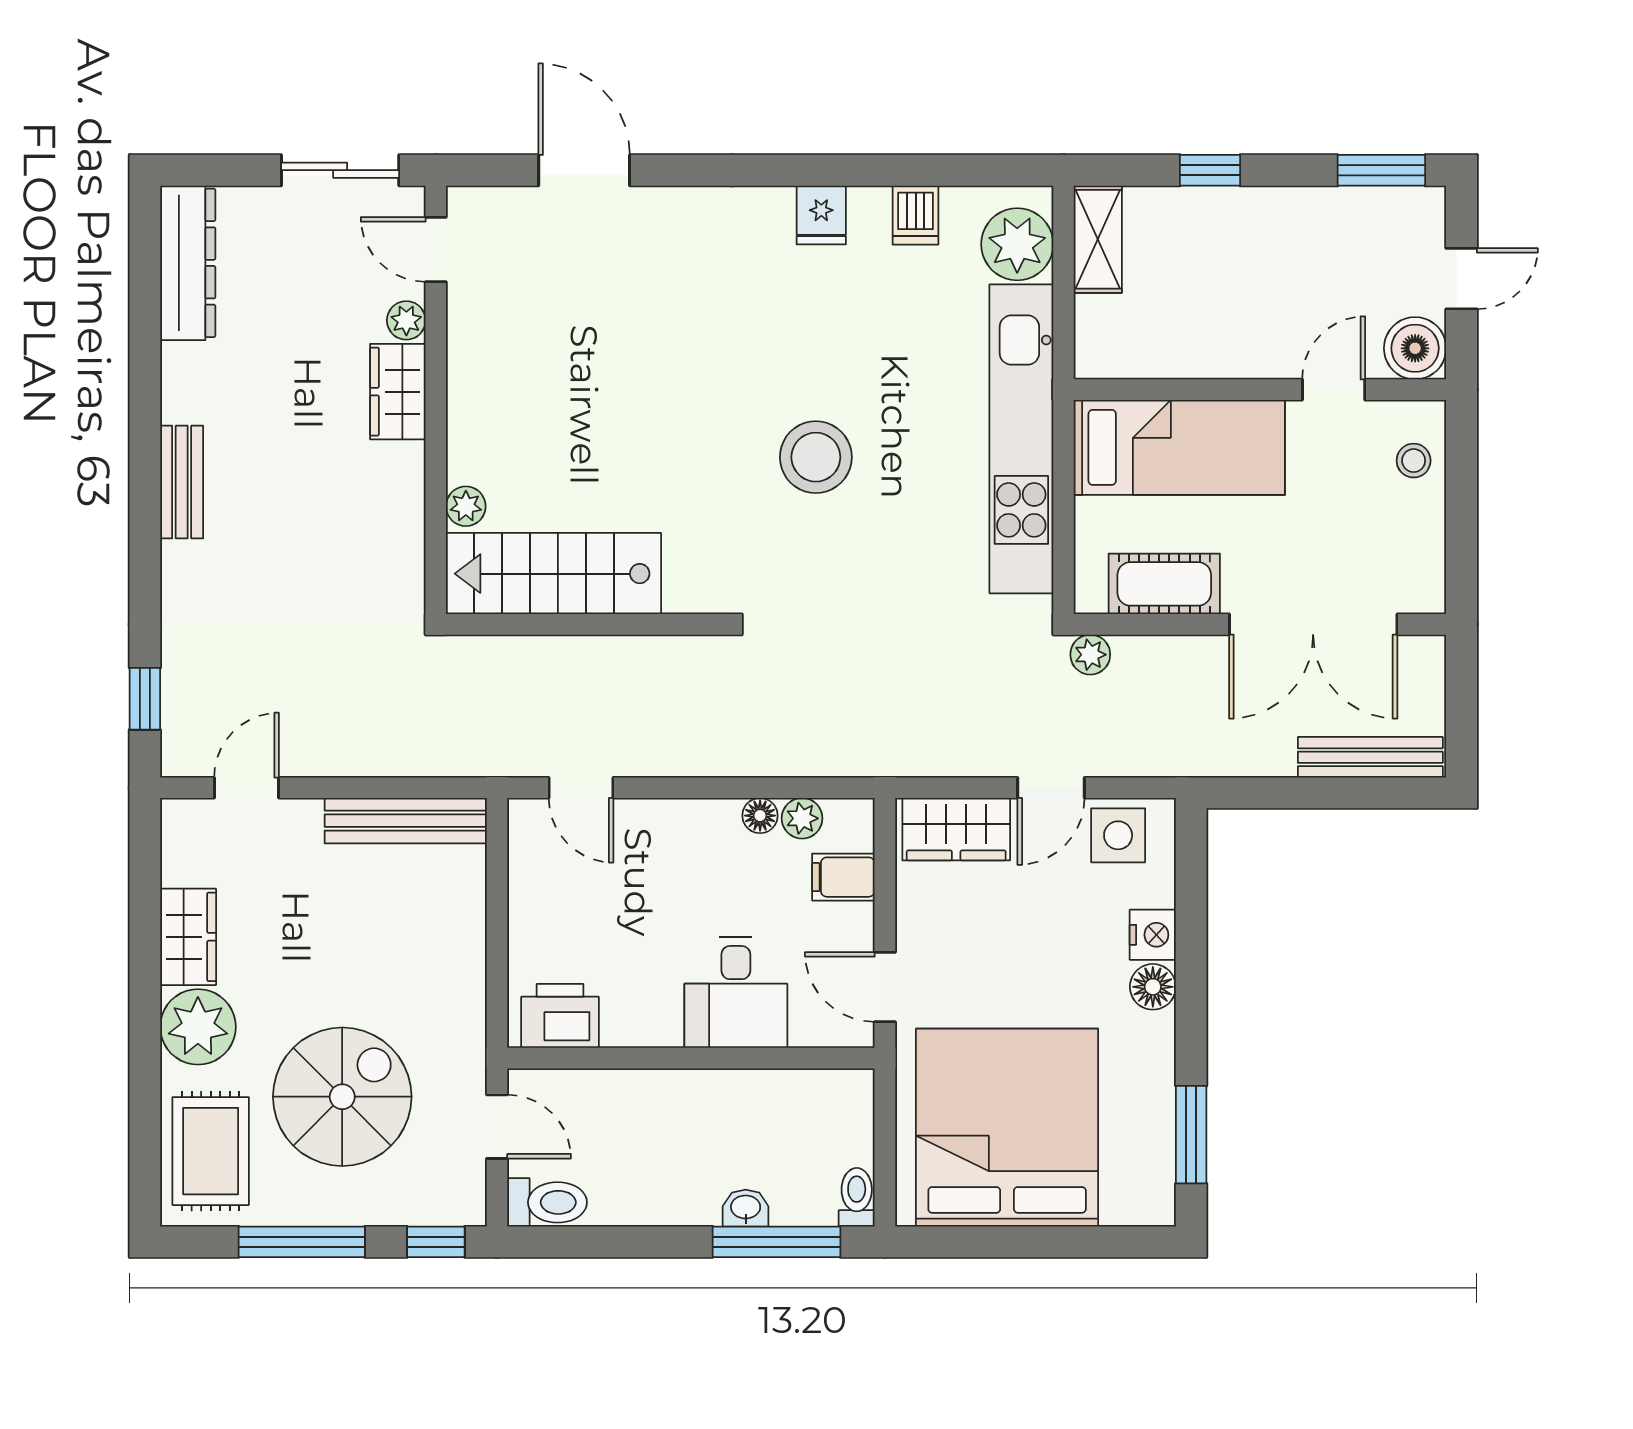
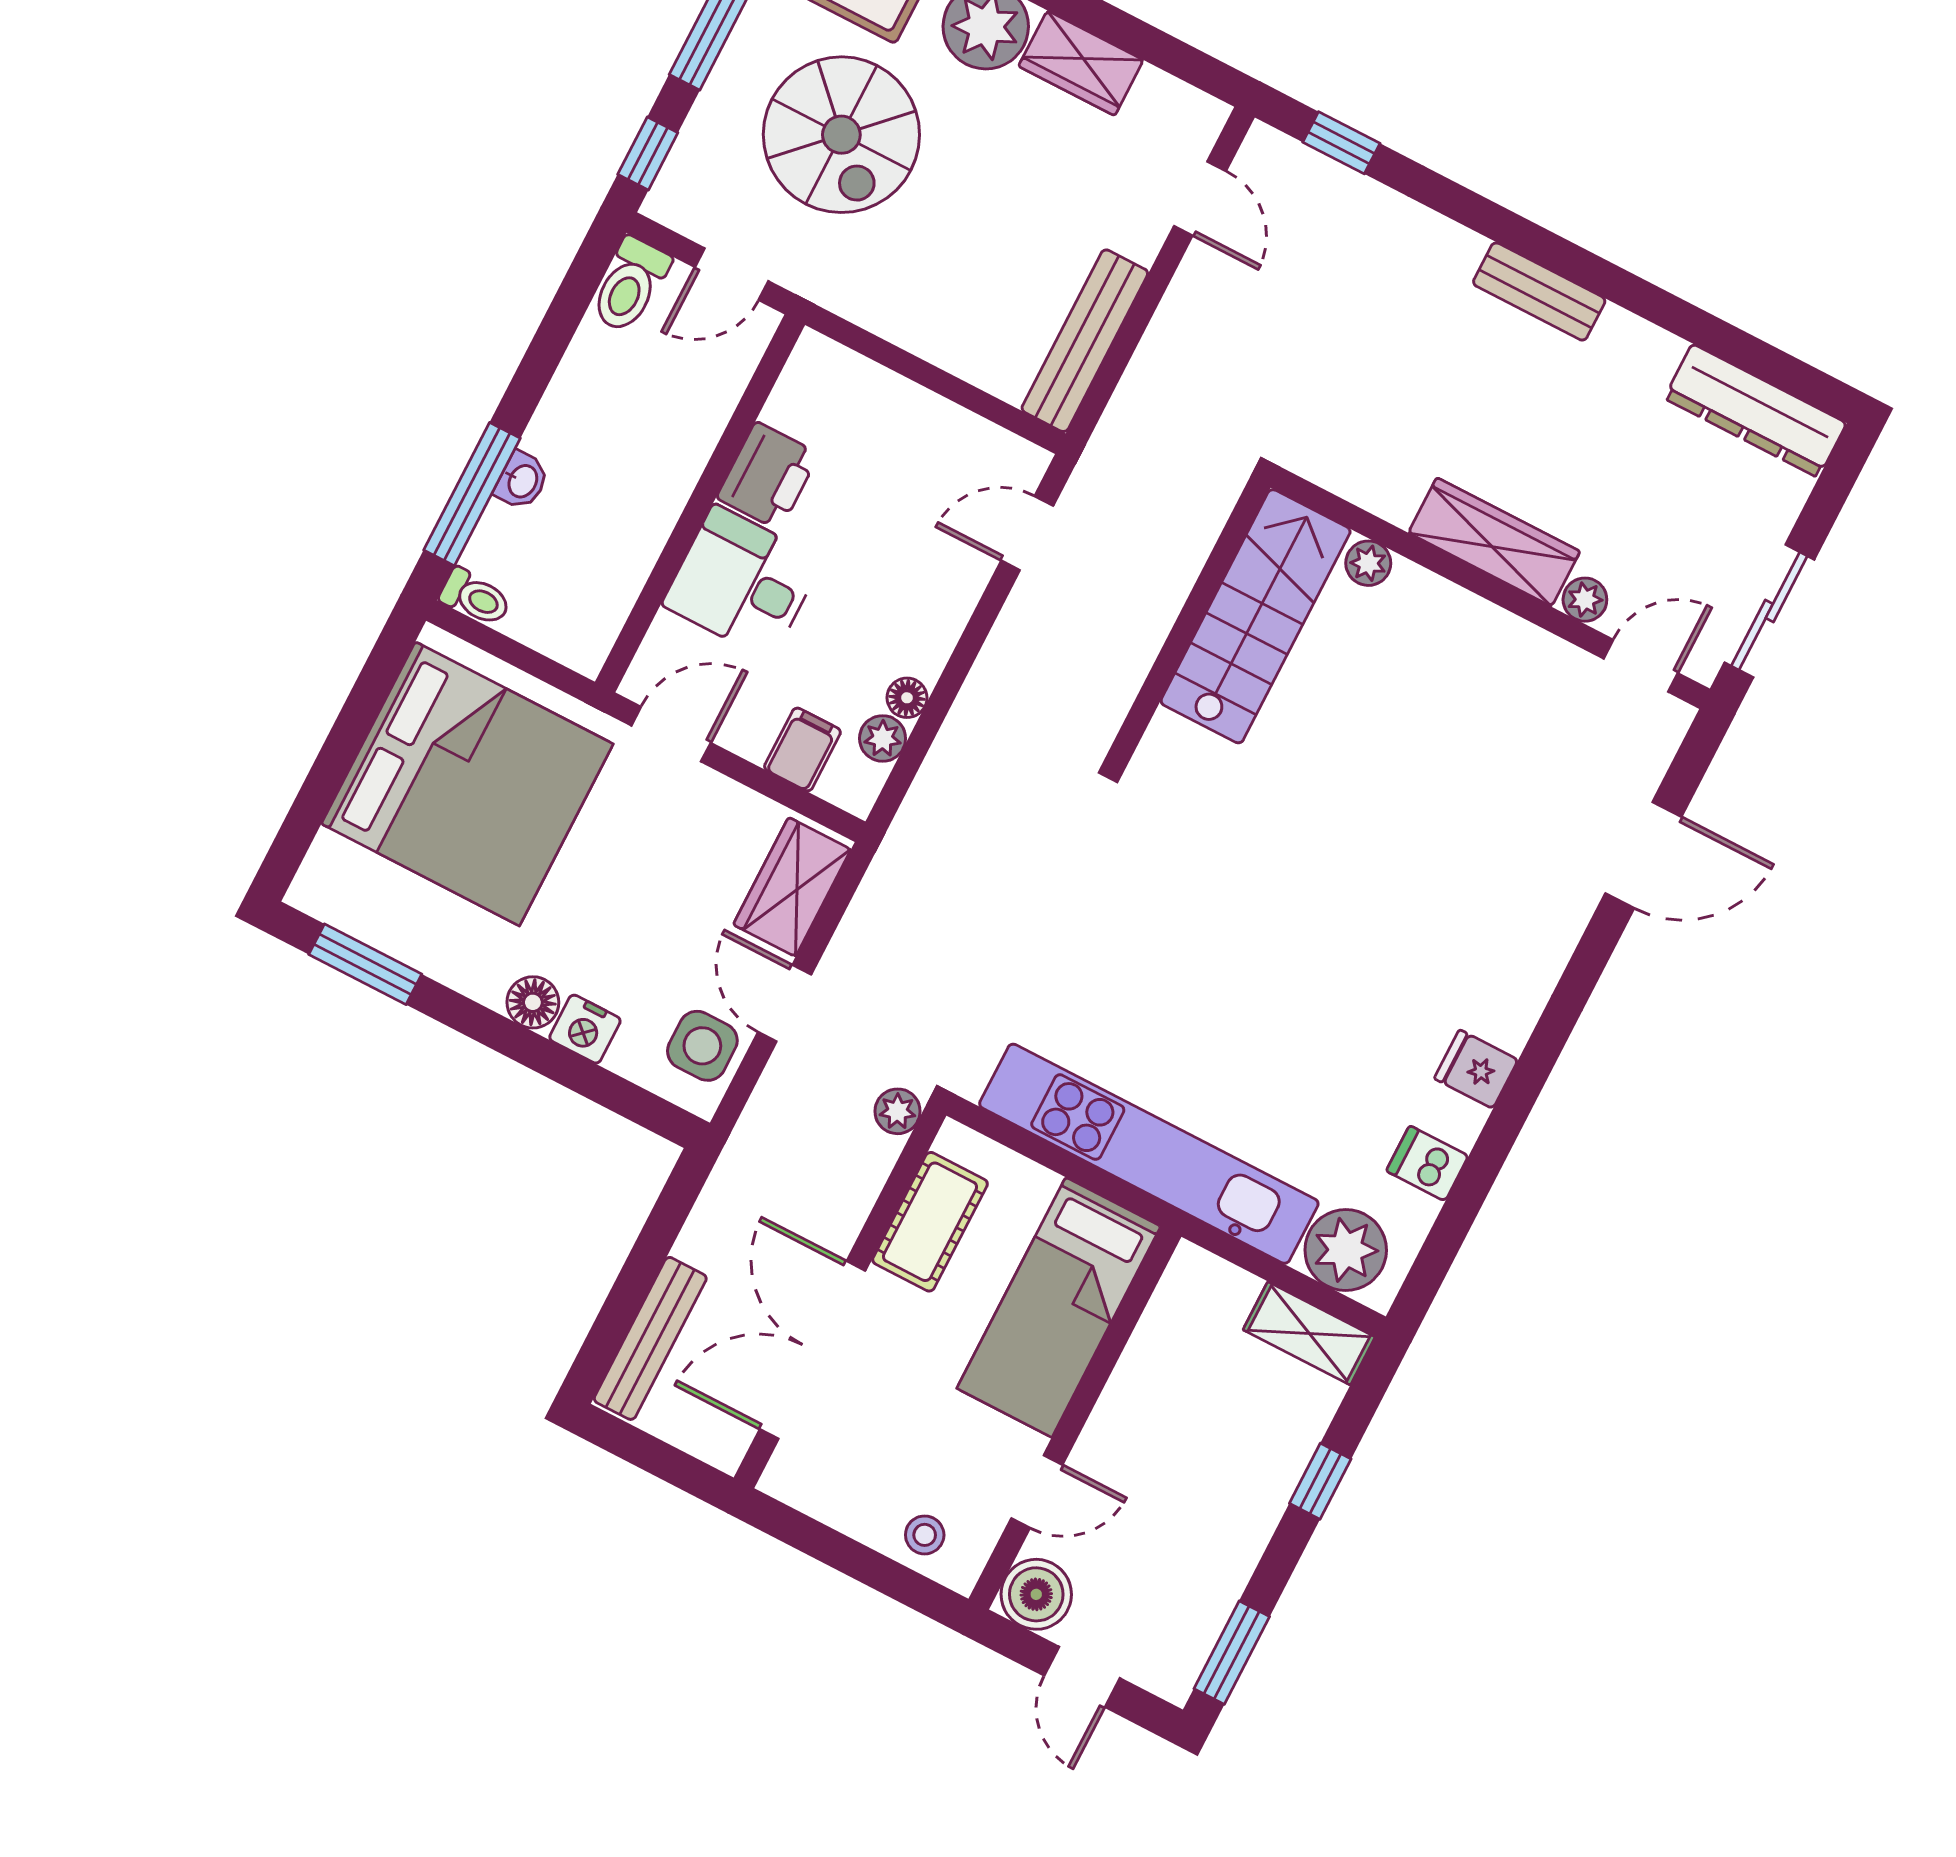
door: (1334, 390) -> (1037, 1491), hinge flipped
wardrobe: (398, 392) -> (1494, 542), width x1.50
stool: (816, 457) -> (1237, 939), removed
printer: (560, 1016) -> (768, 476), moved

